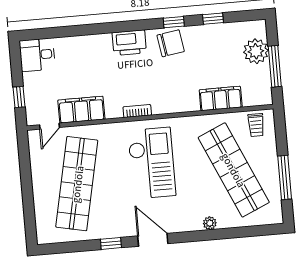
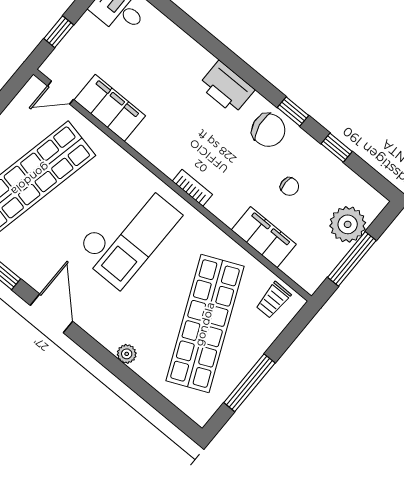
chair: (209, 61) -> (289, 186), added
bookcase: (137, 111) -> (192, 188), moved

